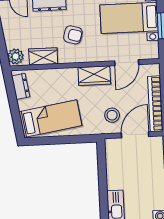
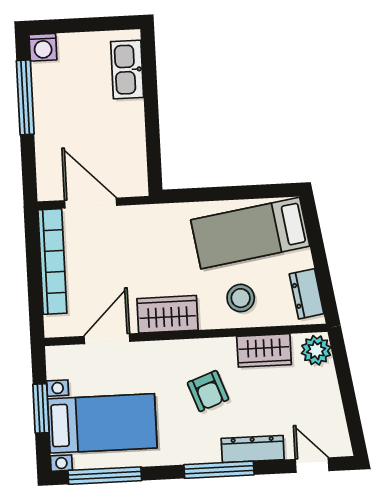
armchair: (73, 35) -> (208, 391), turned -126
stool: (112, 115) -> (241, 298), moved
door: (135, 135) -> (91, 203), swing flipped

